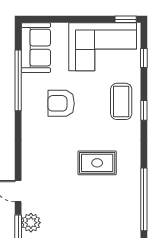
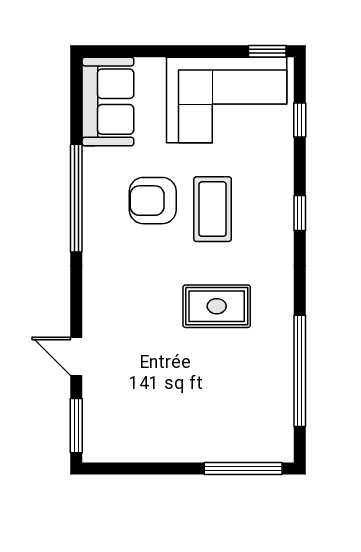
window: (18, 80) -> (76, 198), moved
coffee table: (121, 101) -> (213, 209), moved
plant: (31, 223) -> (99, 412), removed

